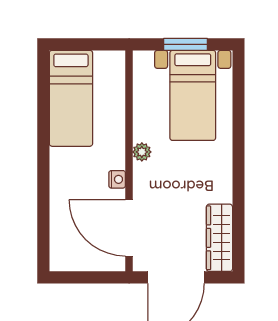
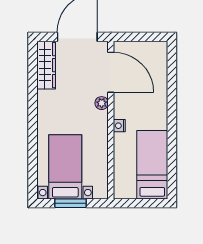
plant: (142, 152) -> (102, 103), moved
nightstand: (117, 179) -> (119, 126), moved

